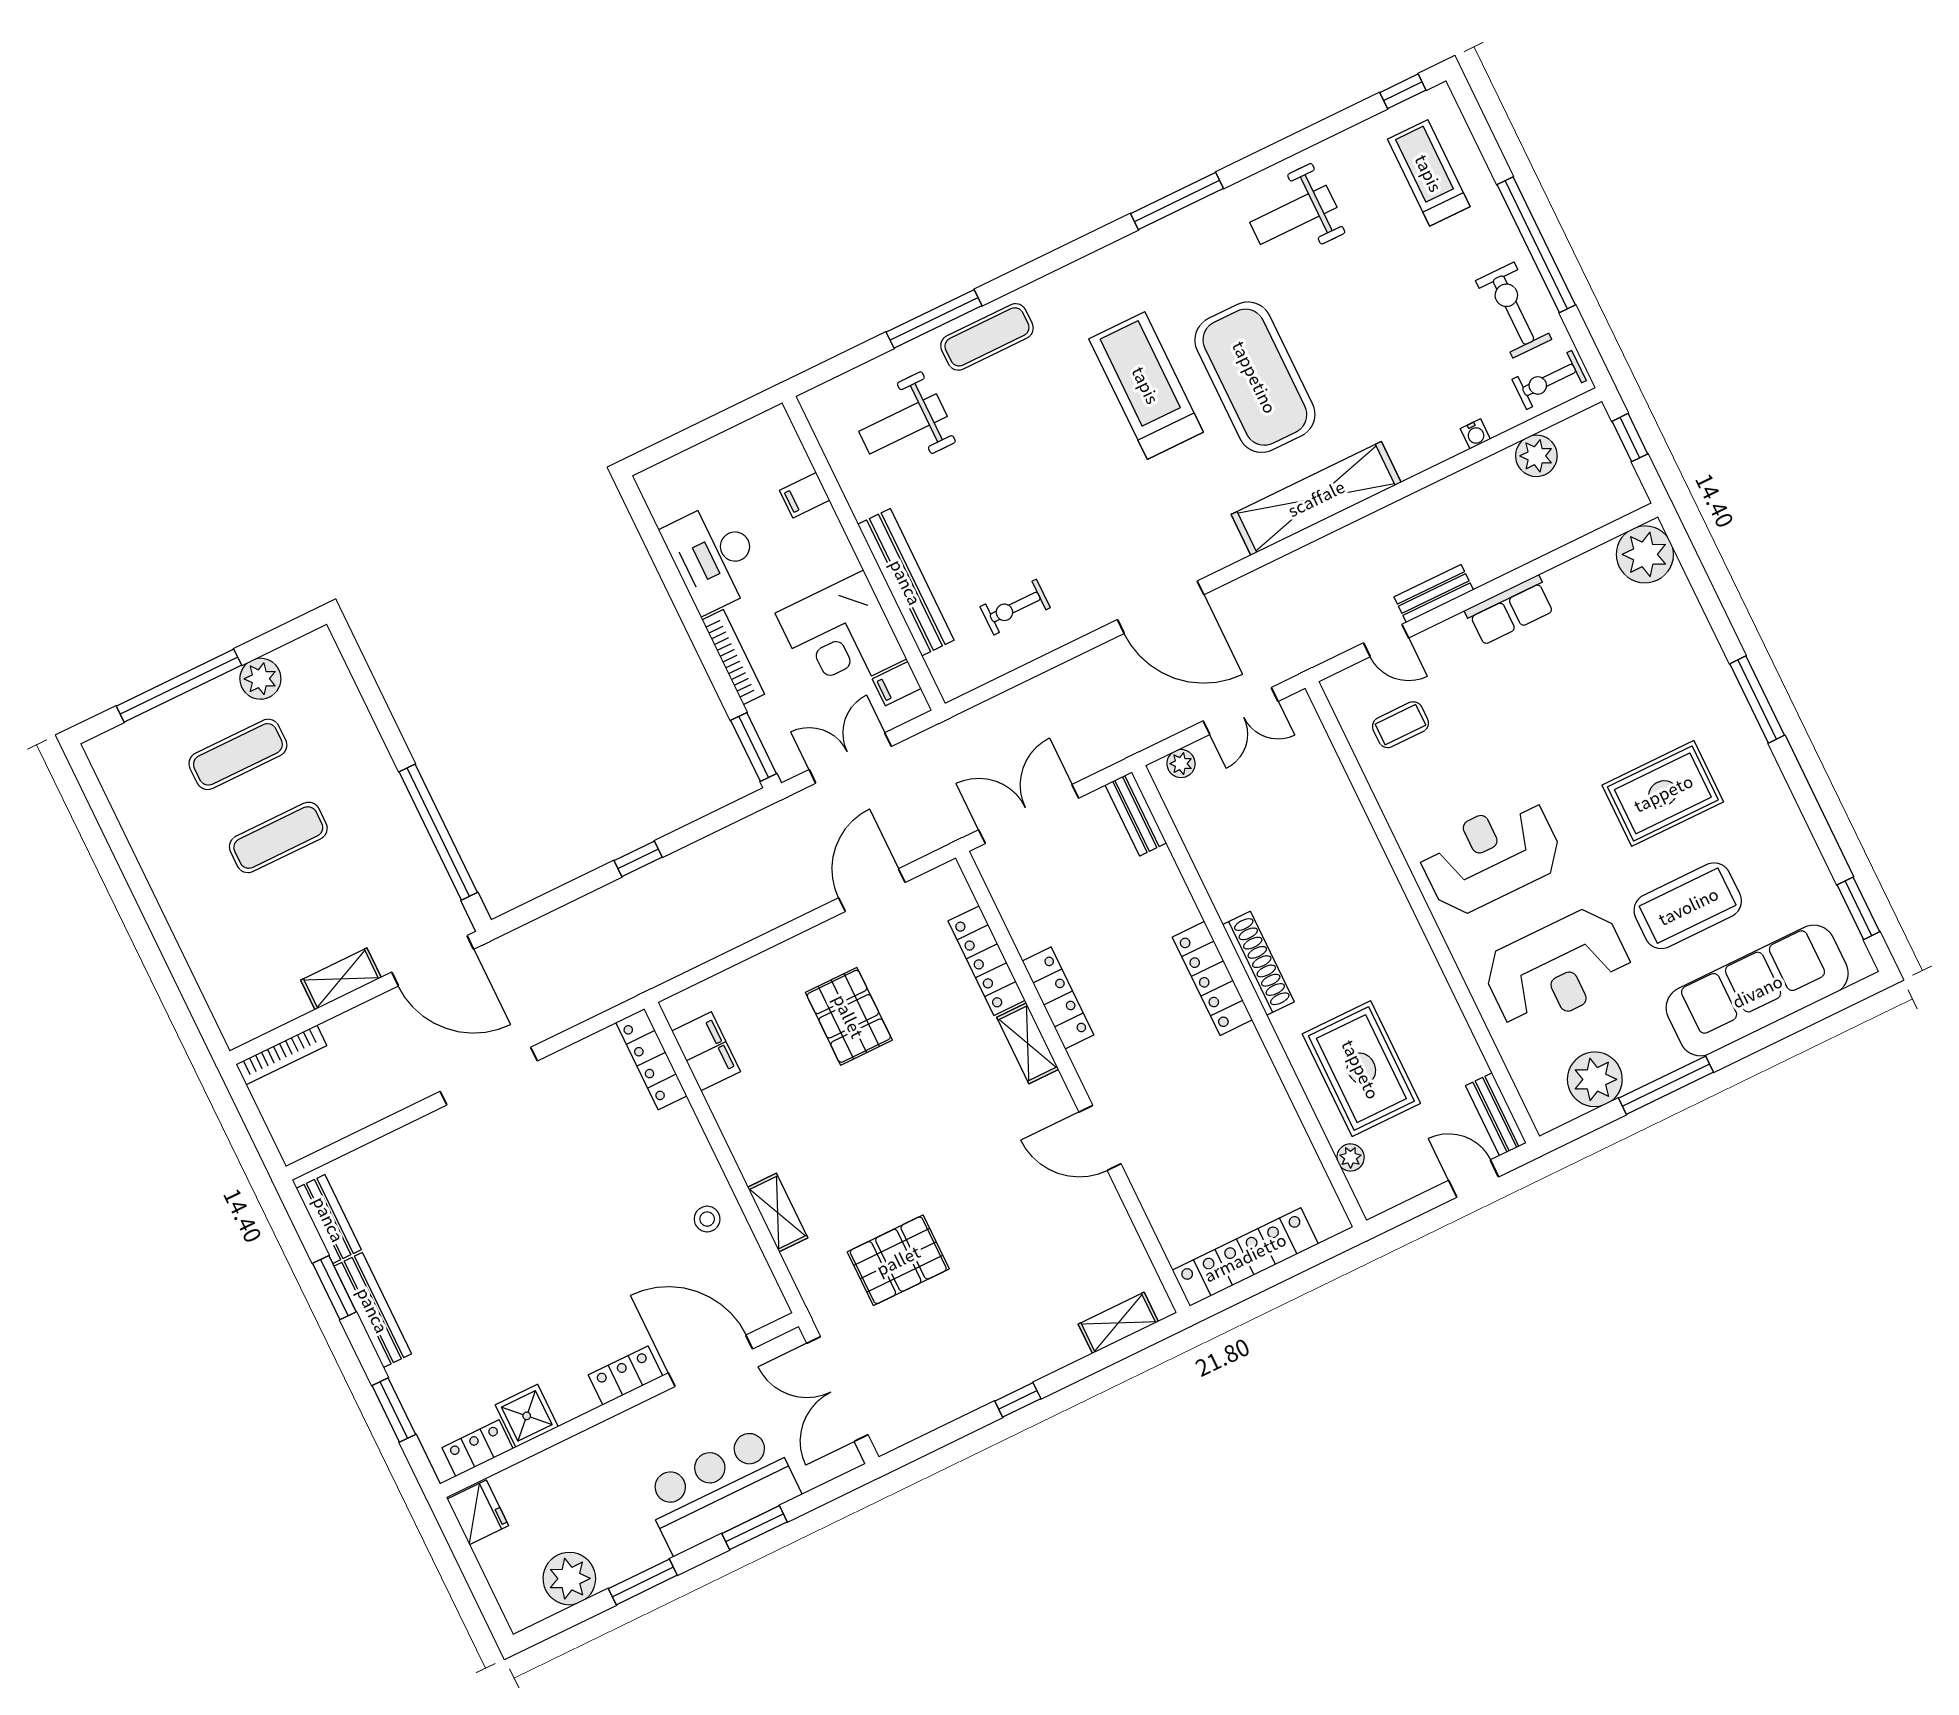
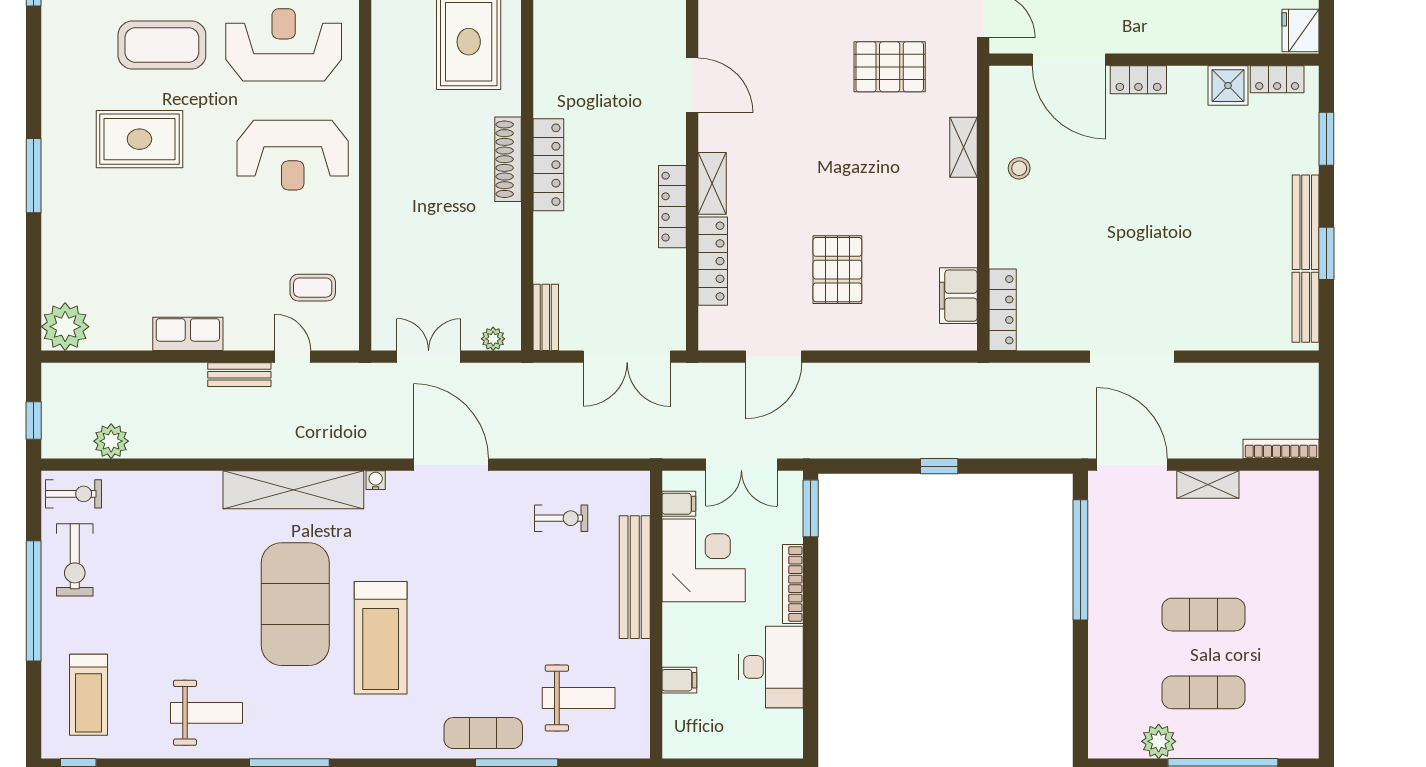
water cooler: (1475, 434) -> (376, 480), moved

